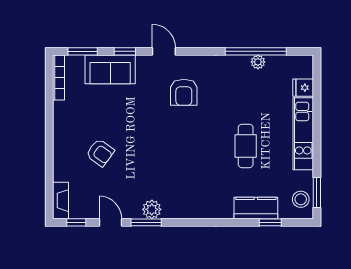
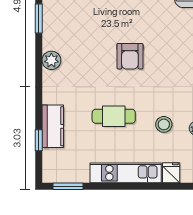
armchair: (184, 92) -> (130, 56), moved, turned -90
stool: (301, 199) -> (164, 124), moved
plant: (152, 209) -> (51, 60), moved

